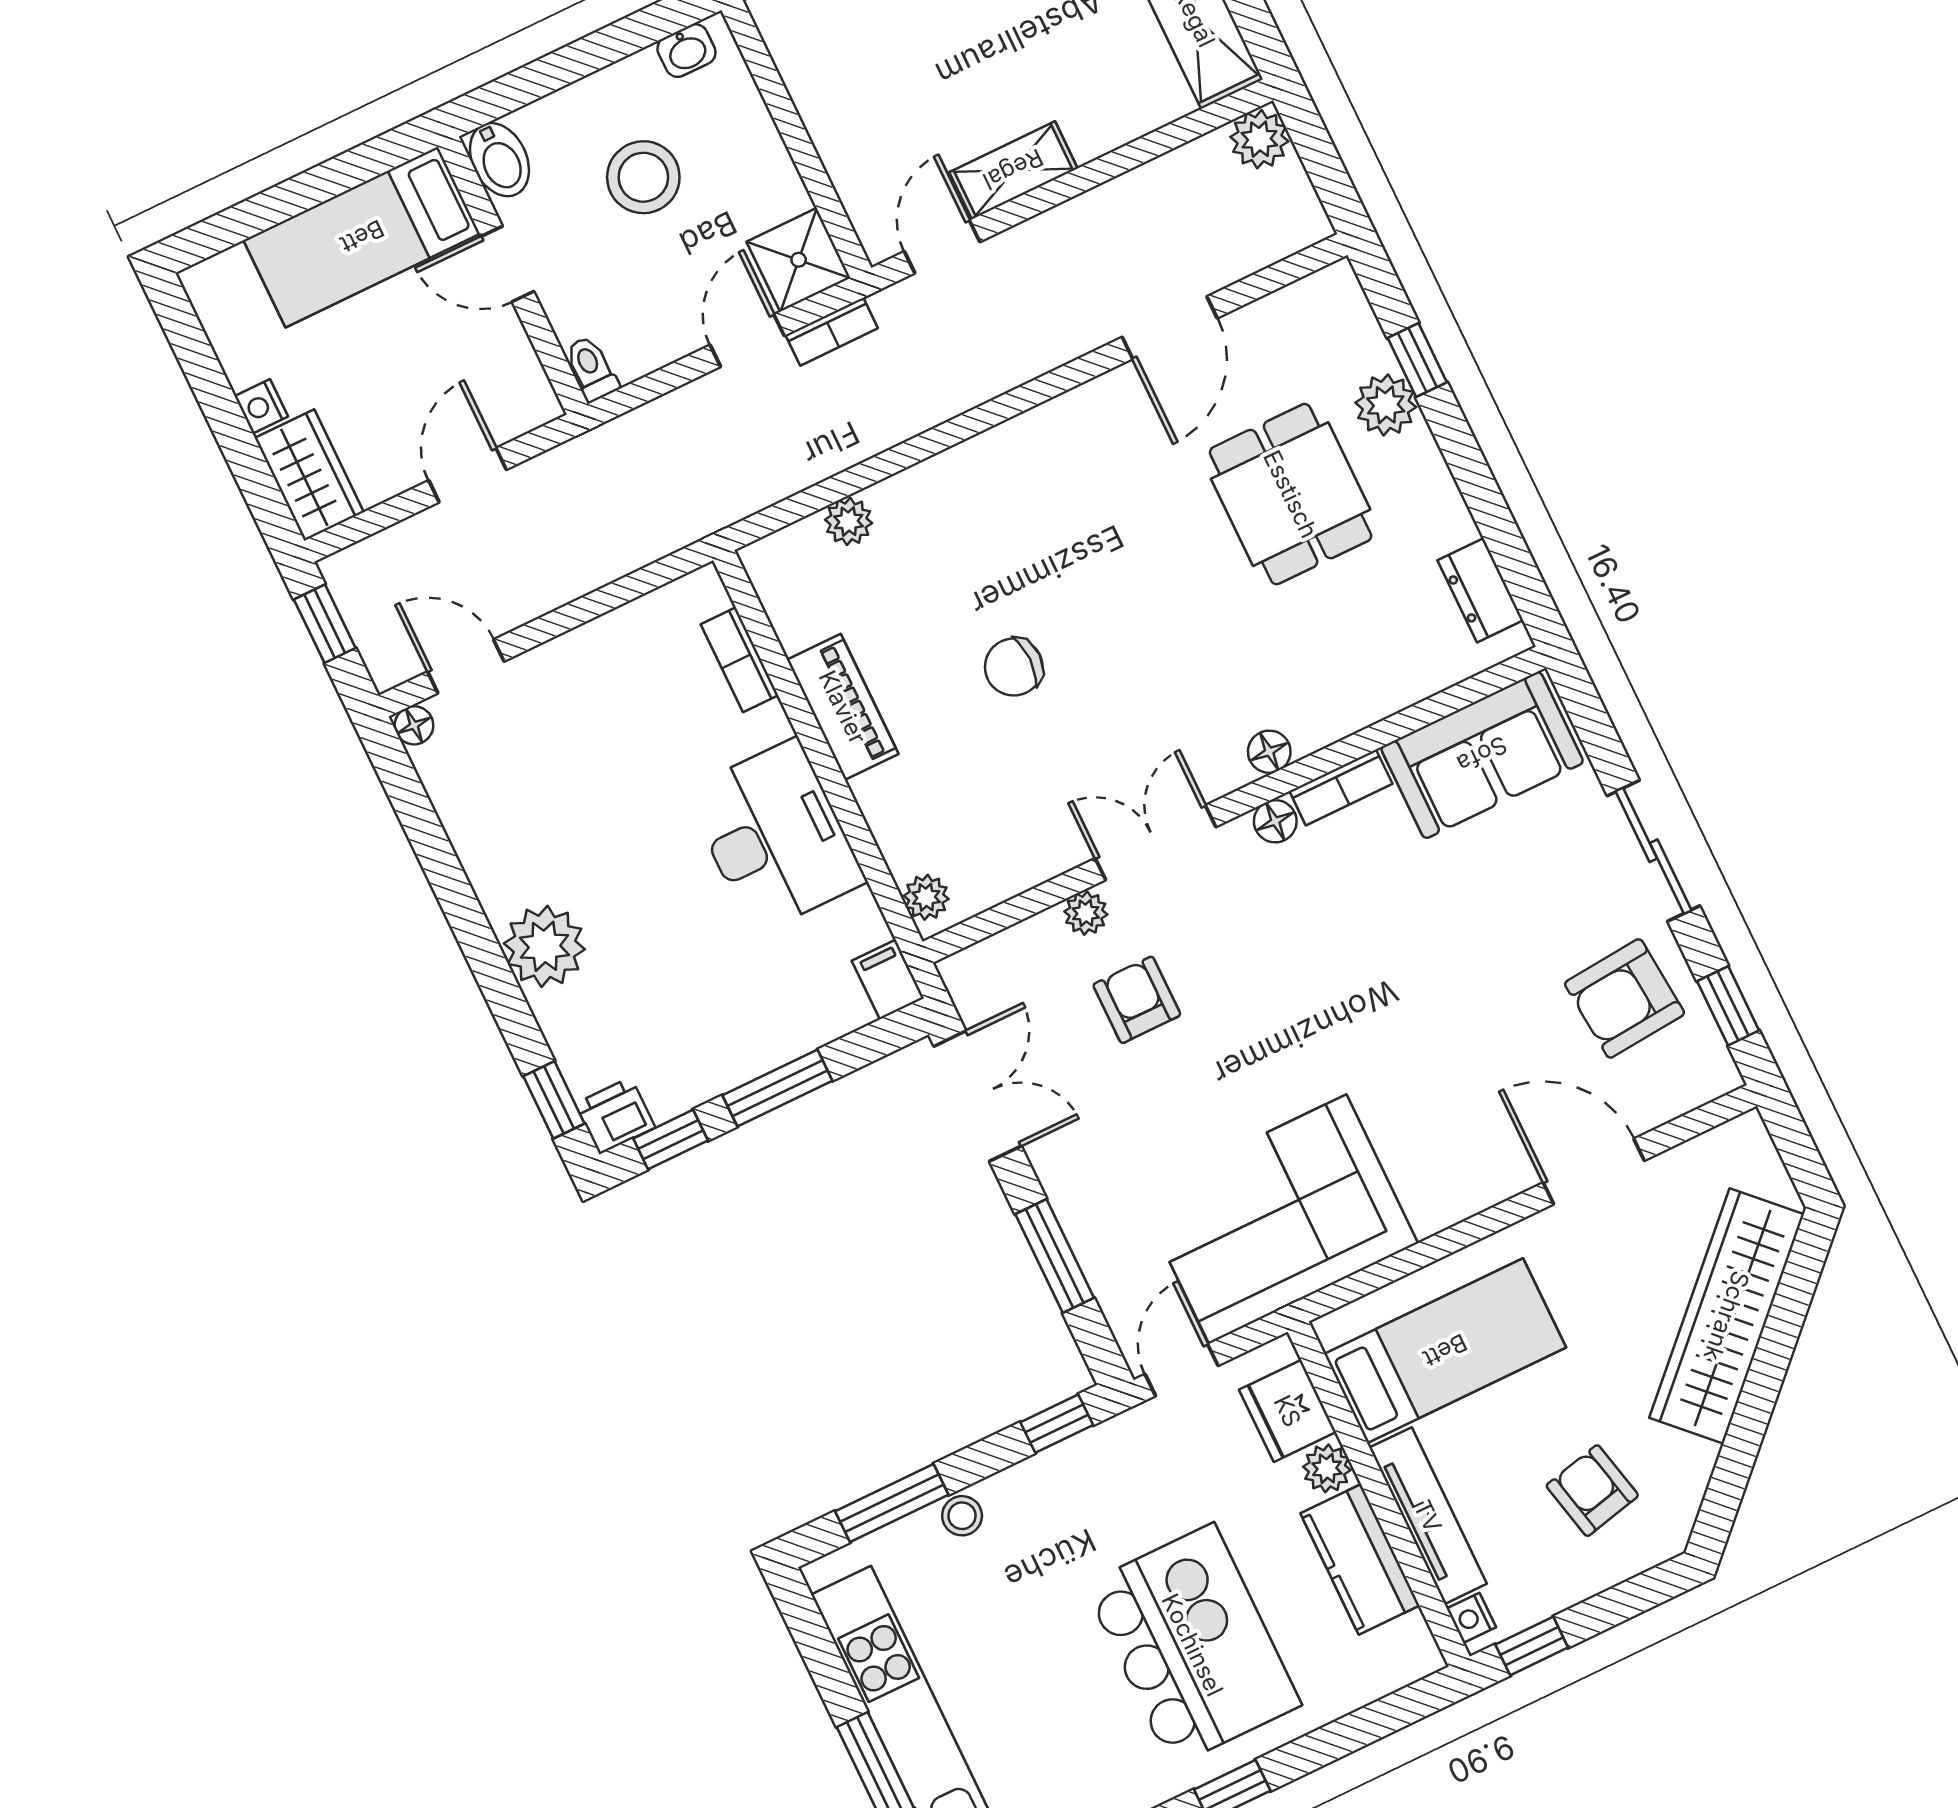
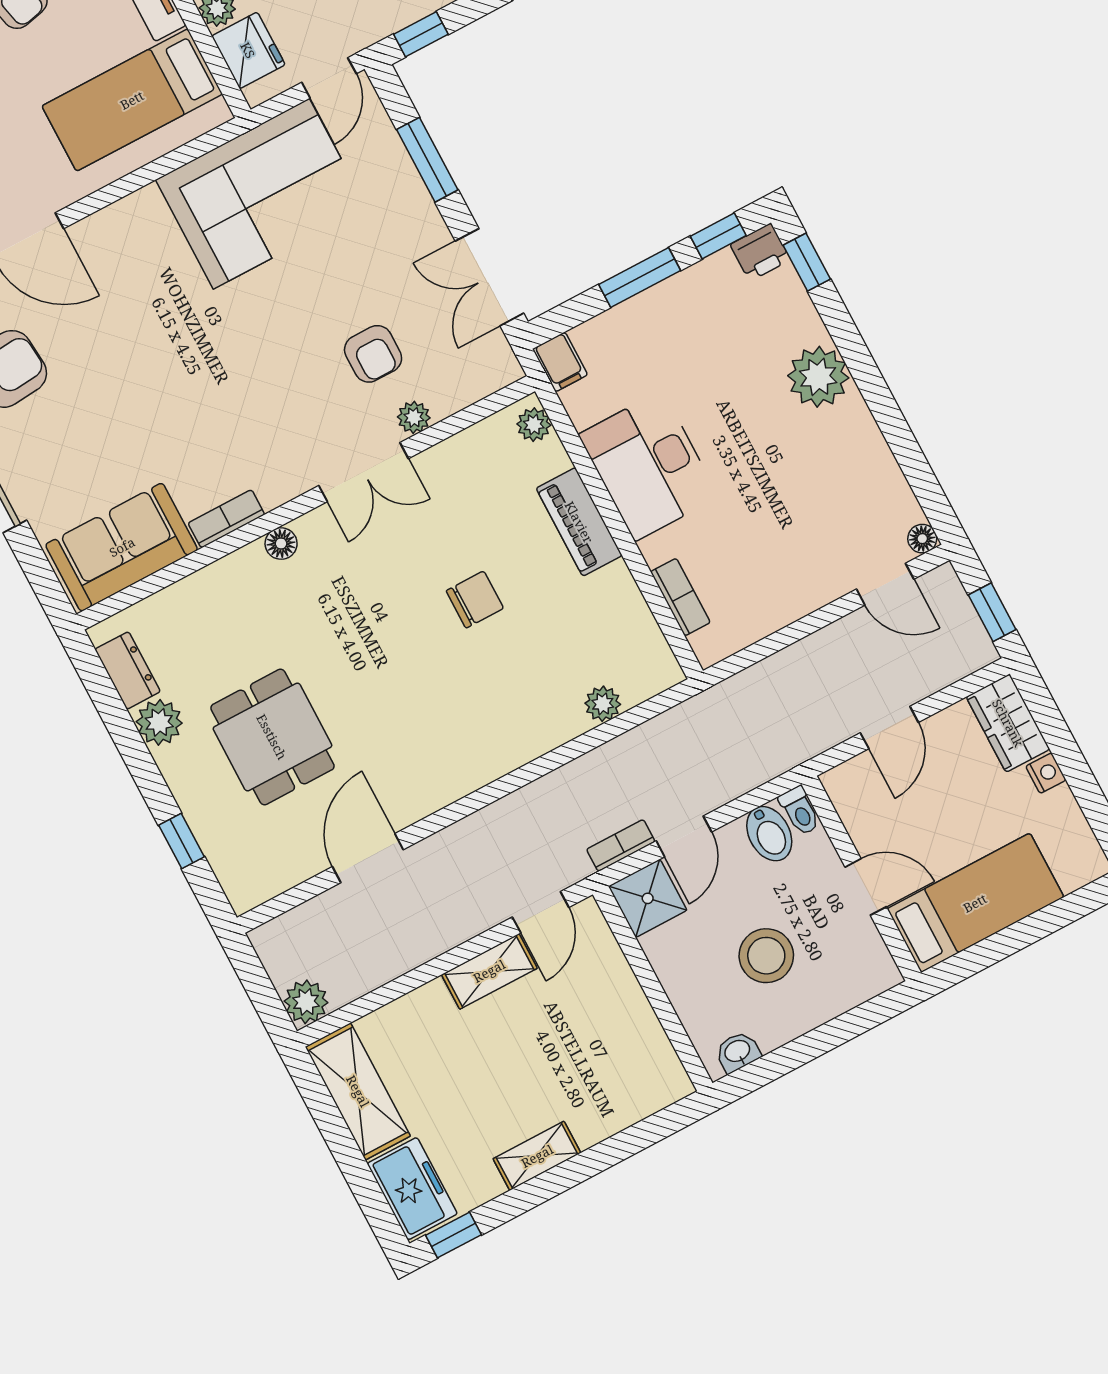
bidet: (499, 160) -> (769, 834), moved, turned 180
plant: (1386, 405) -> (159, 722), moved
piano: (843, 707) -> (579, 522), moved
floor lamp: (1275, 821) -> (275, 492), removed

